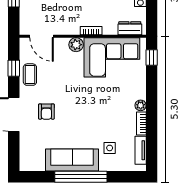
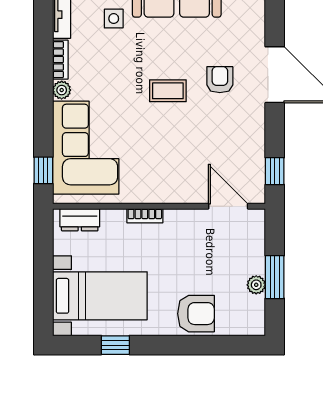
plant: (76, 45) -> (170, 192), removed
corner sofa: (112, 57) -> (86, 148), moved, turned 90
window: (14, 68) -> (275, 171), moved
coffee table: (30, 75) -> (168, 91), moved, turned 90

